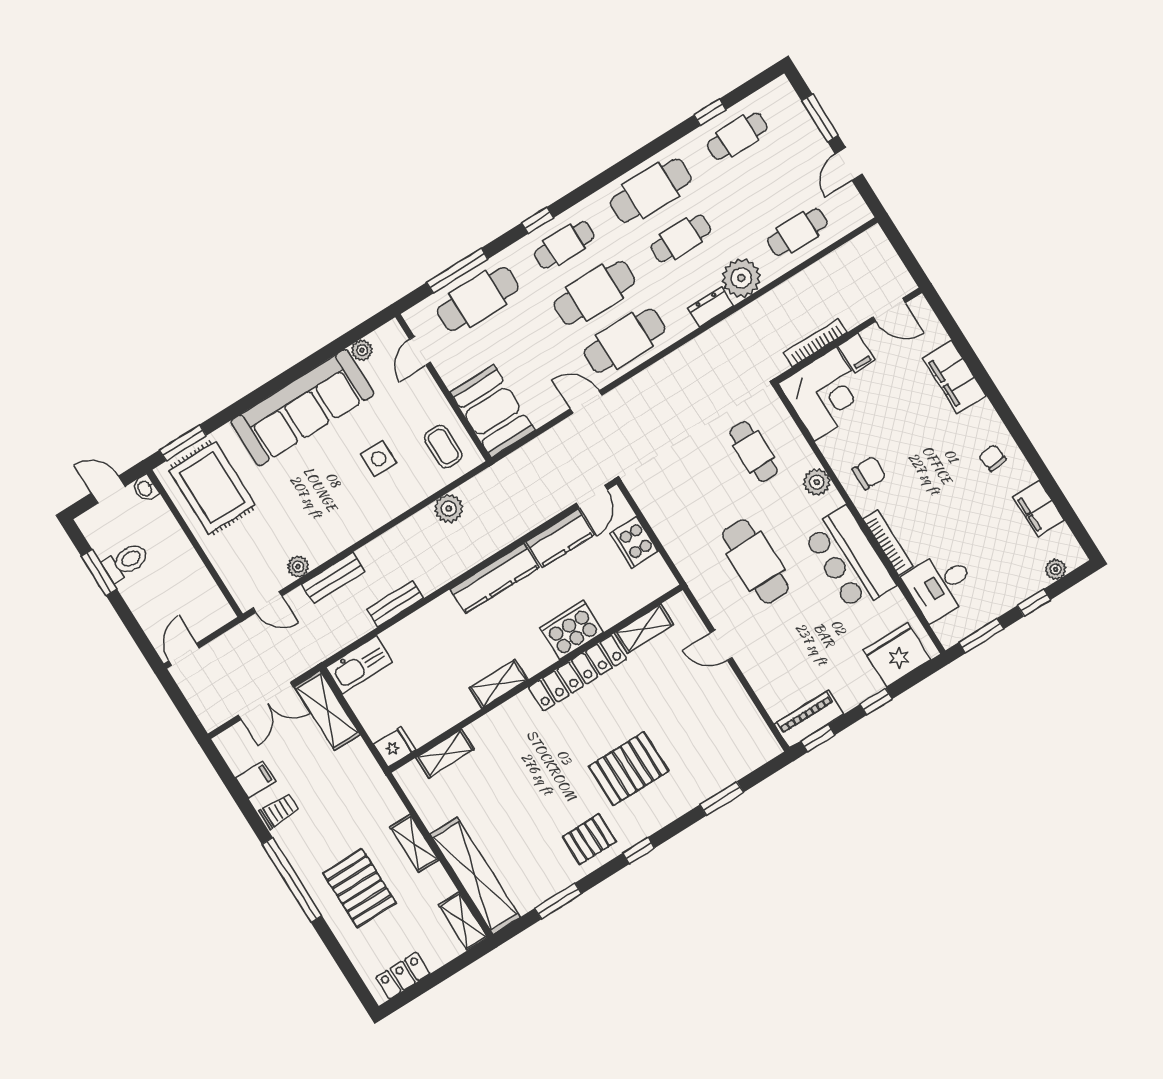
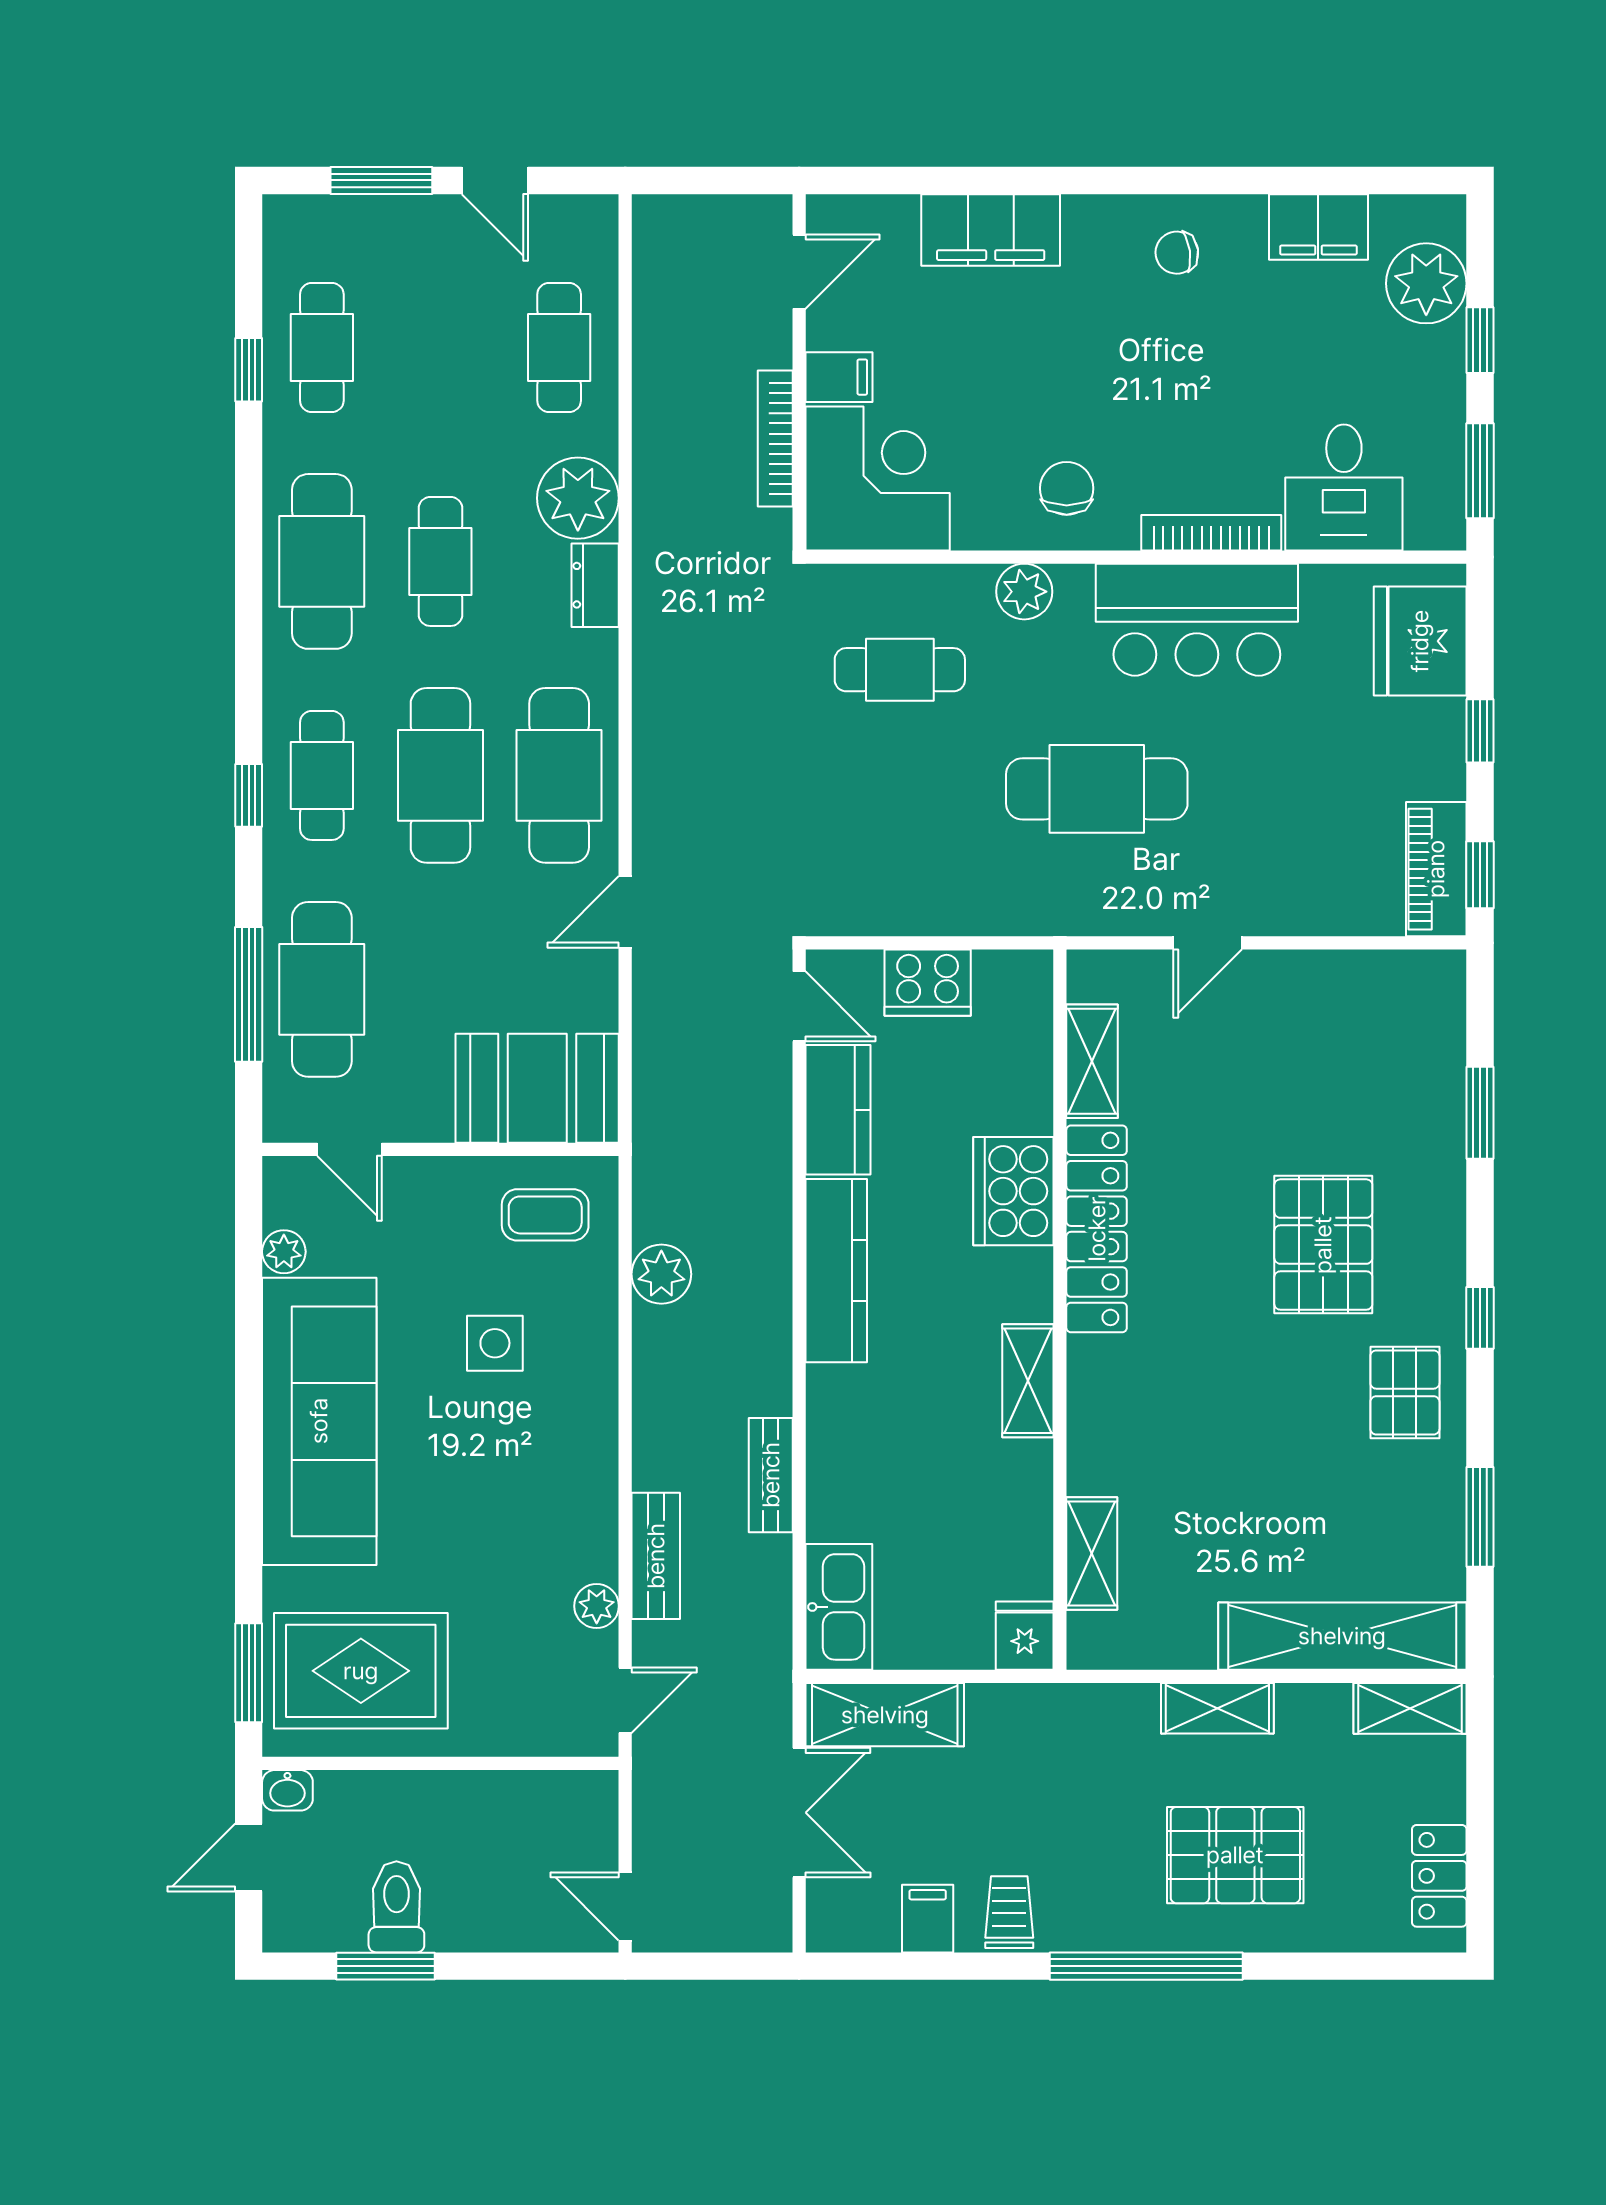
plant: (1056, 569) -> (1426, 283), width x1.88, depth x1.88

